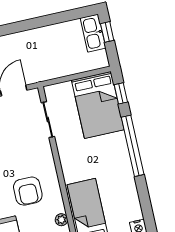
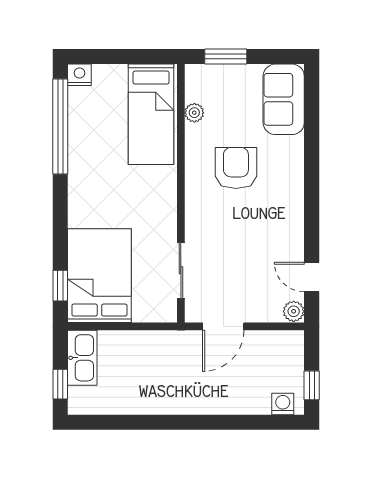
kitchen sink: (93, 33) -> (82, 358), moved
window: (133, 146) -> (60, 126), moved

